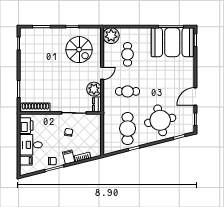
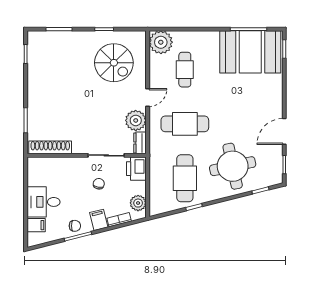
cafe table: (128, 91) -> (185, 124), width x1.37, depth x1.35
printer: (26, 126) -> (136, 169), moved, turned 180
plant: (96, 146) -> (138, 203), added

